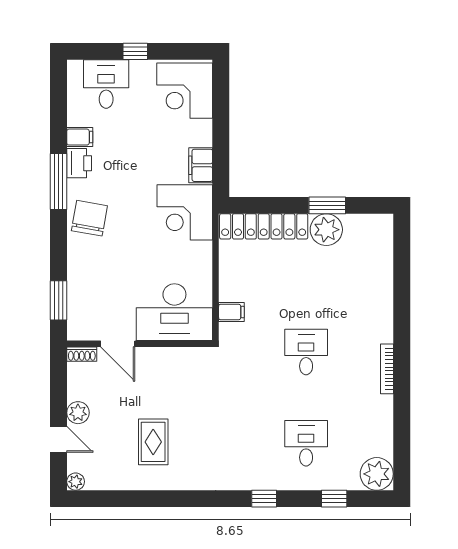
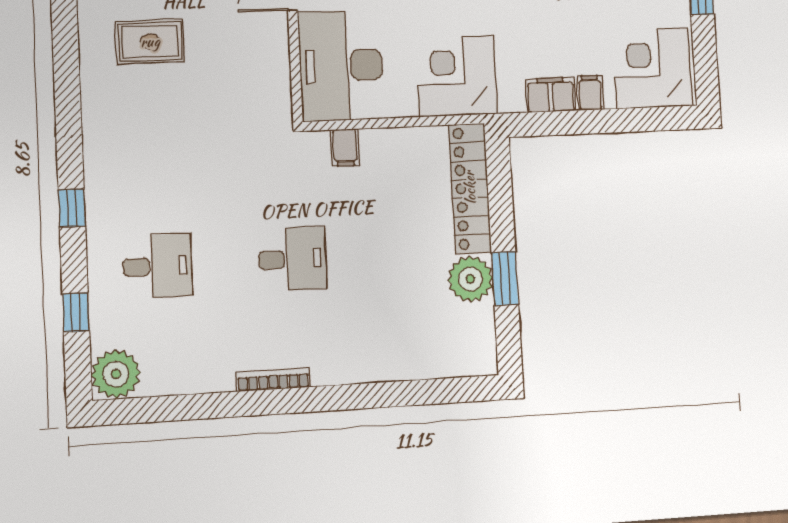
filing cabinet: (200, 137) -> (590, 93), added
corner desk: (185, 212) -> (457, 76), moved

